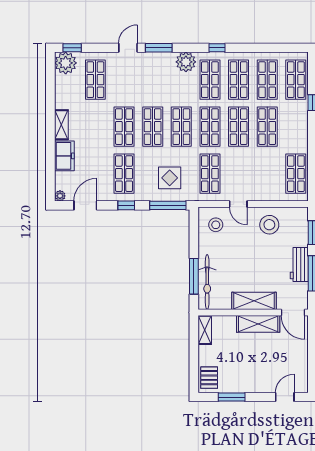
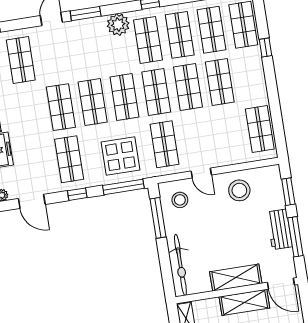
display table: (170, 178) -> (120, 156), width x1.36, depth x1.36
door: (85, 205) -> (32, 201), swing flipped
window: (194, 276) -> (158, 218), moved

